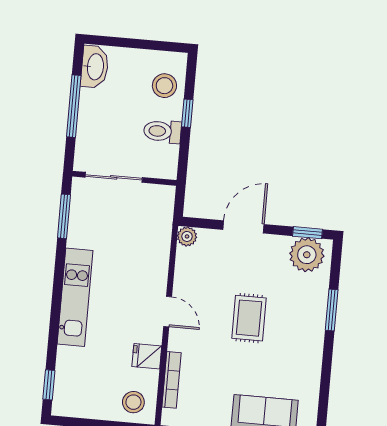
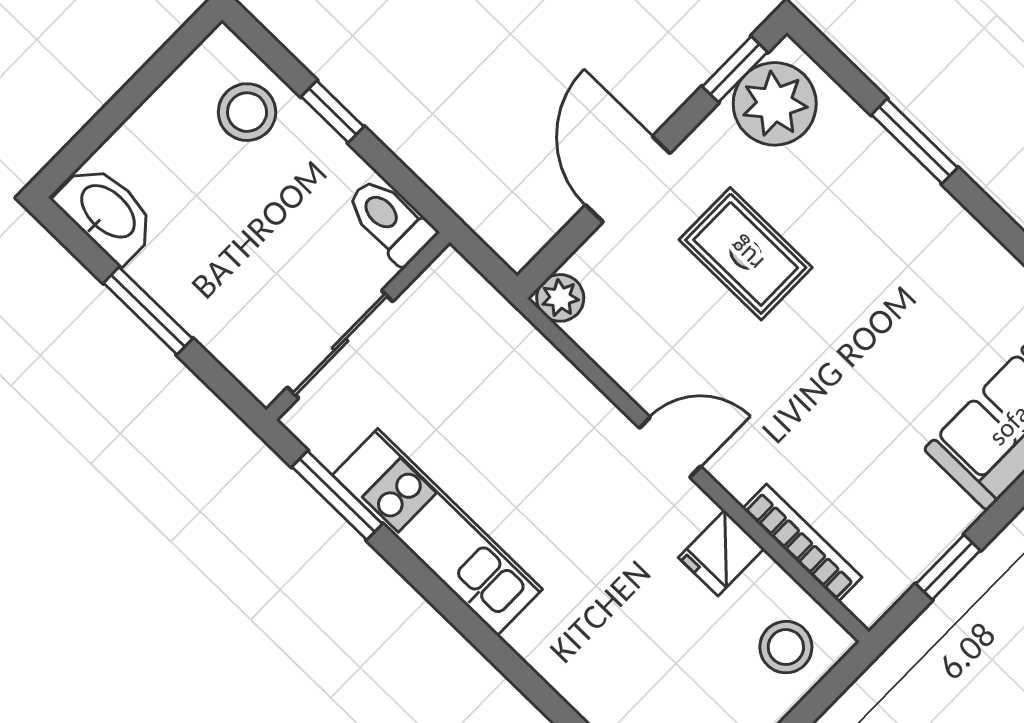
window: (74, 106) -> (148, 311), width x0.69
toilet: (162, 131) -> (390, 221), moved, turned 90
kitchen unit: (75, 297) -> (437, 532), moved
rug: (249, 318) -> (746, 254), moved

